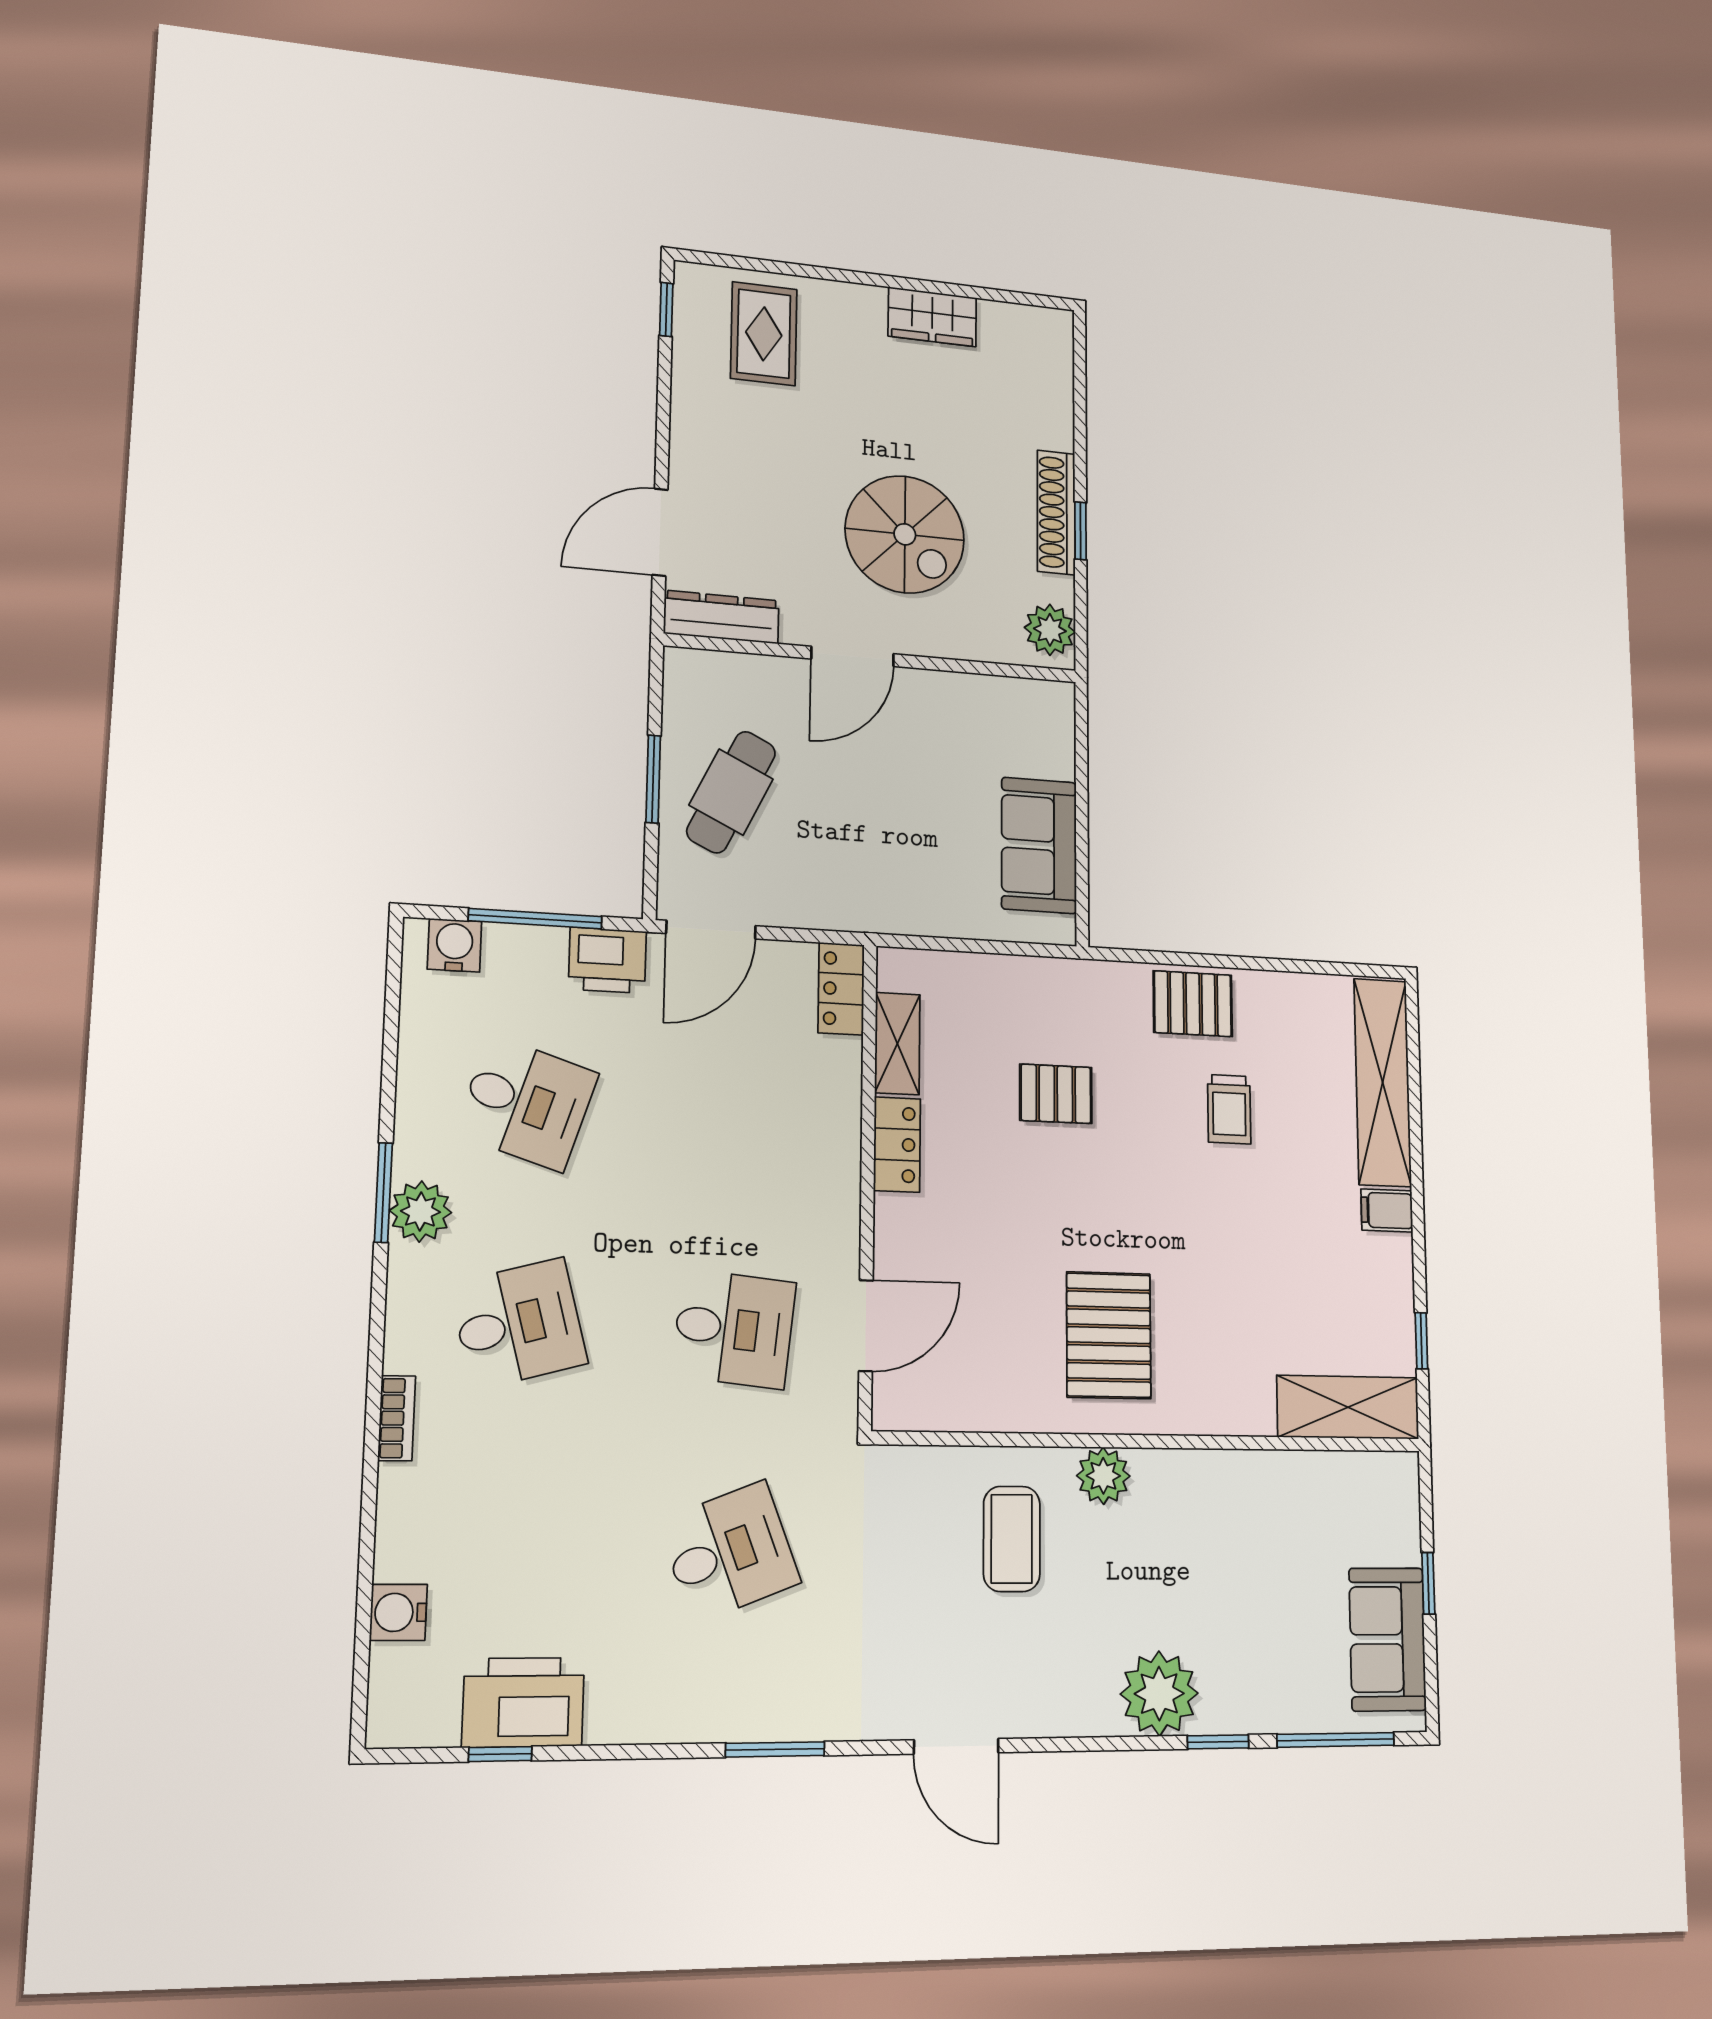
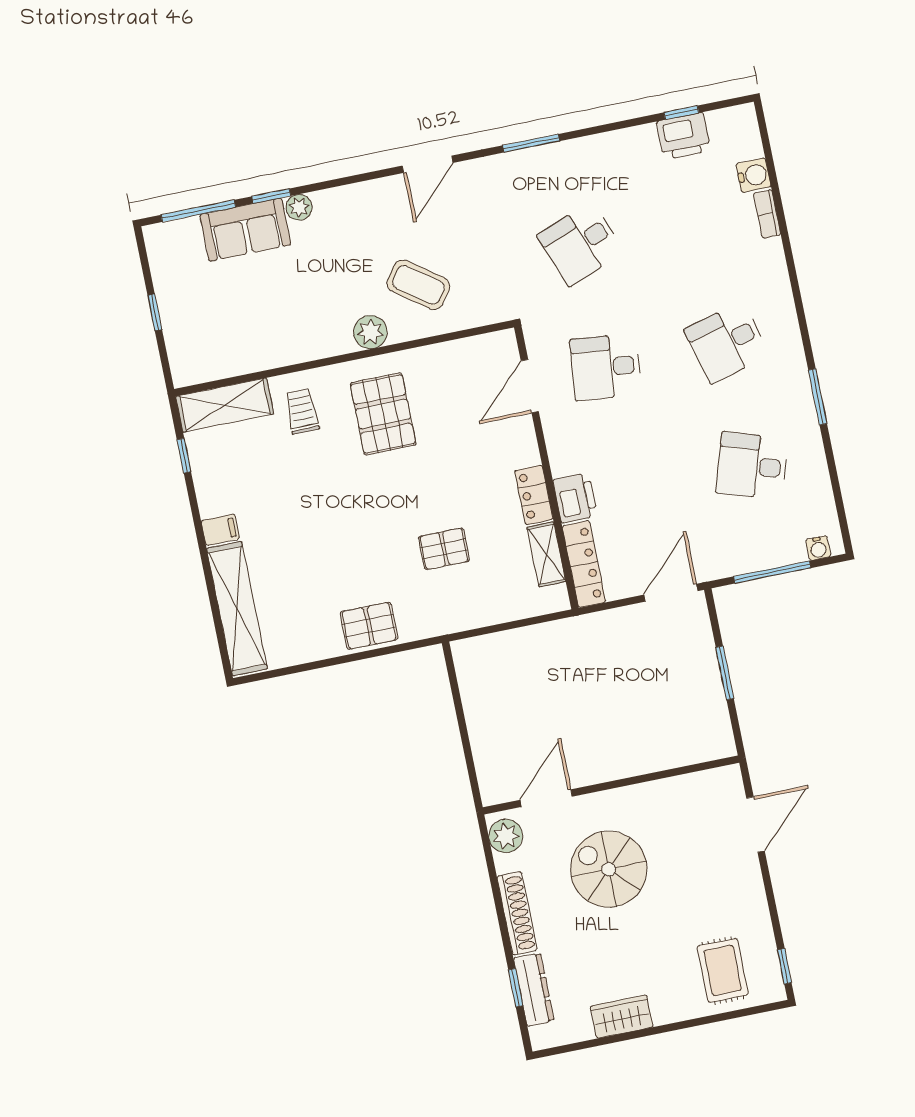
window: (1081, 531) -> (516, 988), moved
dresser: (721, 617) -> (534, 989), moved, turned -90
door: (853, 656) -> (546, 798), moved
cafe table: (731, 792) -> (678, 678), removed
sofa: (1039, 845) -> (485, 698), removed
water cooler: (454, 945) -> (818, 548), width x0.72, depth x0.72
printer: (607, 960) -> (575, 498), moved, turned 90
locker: (841, 989) -> (584, 564), width x1.53
trolley: (1229, 1109) -> (302, 411), moved
plant: (421, 1211) -> (795, 391), removed
bookcase: (397, 1418) -> (767, 214), moved
coffee table: (1012, 1539) -> (418, 285), turned -54
sofa: (1388, 1639) -> (245, 230), moved, turned 90
plant: (1159, 1694) -> (299, 207), width x0.53, depth x0.53
printer: (523, 1702) -> (683, 136), width x0.73, depth x0.84
door: (956, 1746) -> (428, 164), swing flipped

